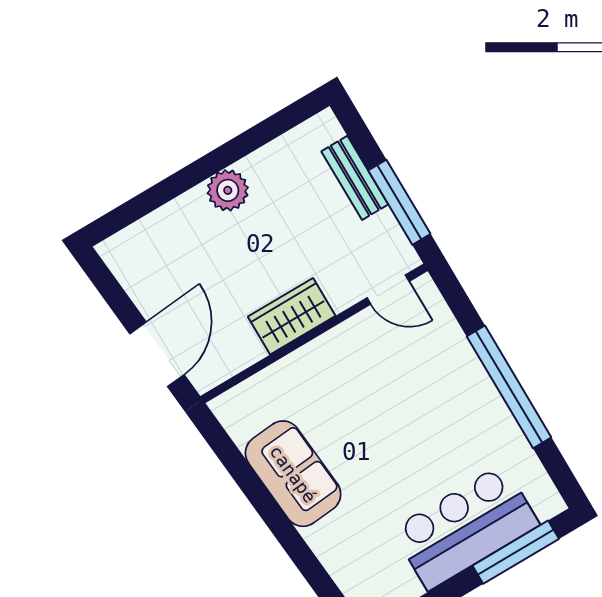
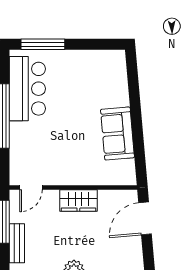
door: (388, 290) -> (31, 188), swing flipped
bar counter: (466, 527) -> (27, 89), moved, turned -90

